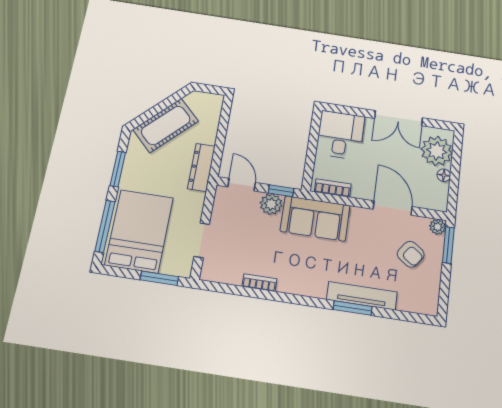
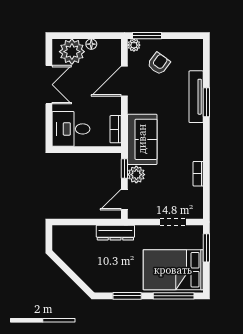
cot: (166, 125) -> (85, 267), removed

